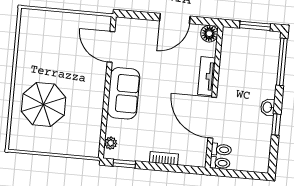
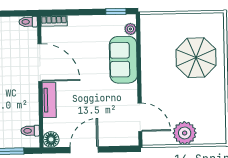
plant: (65, 25) -> (185, 133), added
sofa: (124, 93) -> (123, 60), moved
toilet: (221, 150) -> (30, 131), moved
bookcase: (164, 158) -> (54, 21), moved

